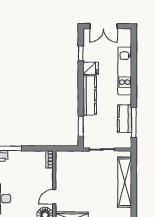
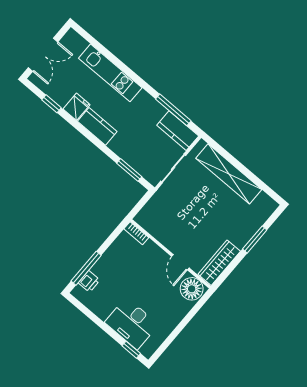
kitchen counter: (90, 95) -> (97, 126), width x0.67
kitchen counter: (125, 119) -> (178, 131), moved

